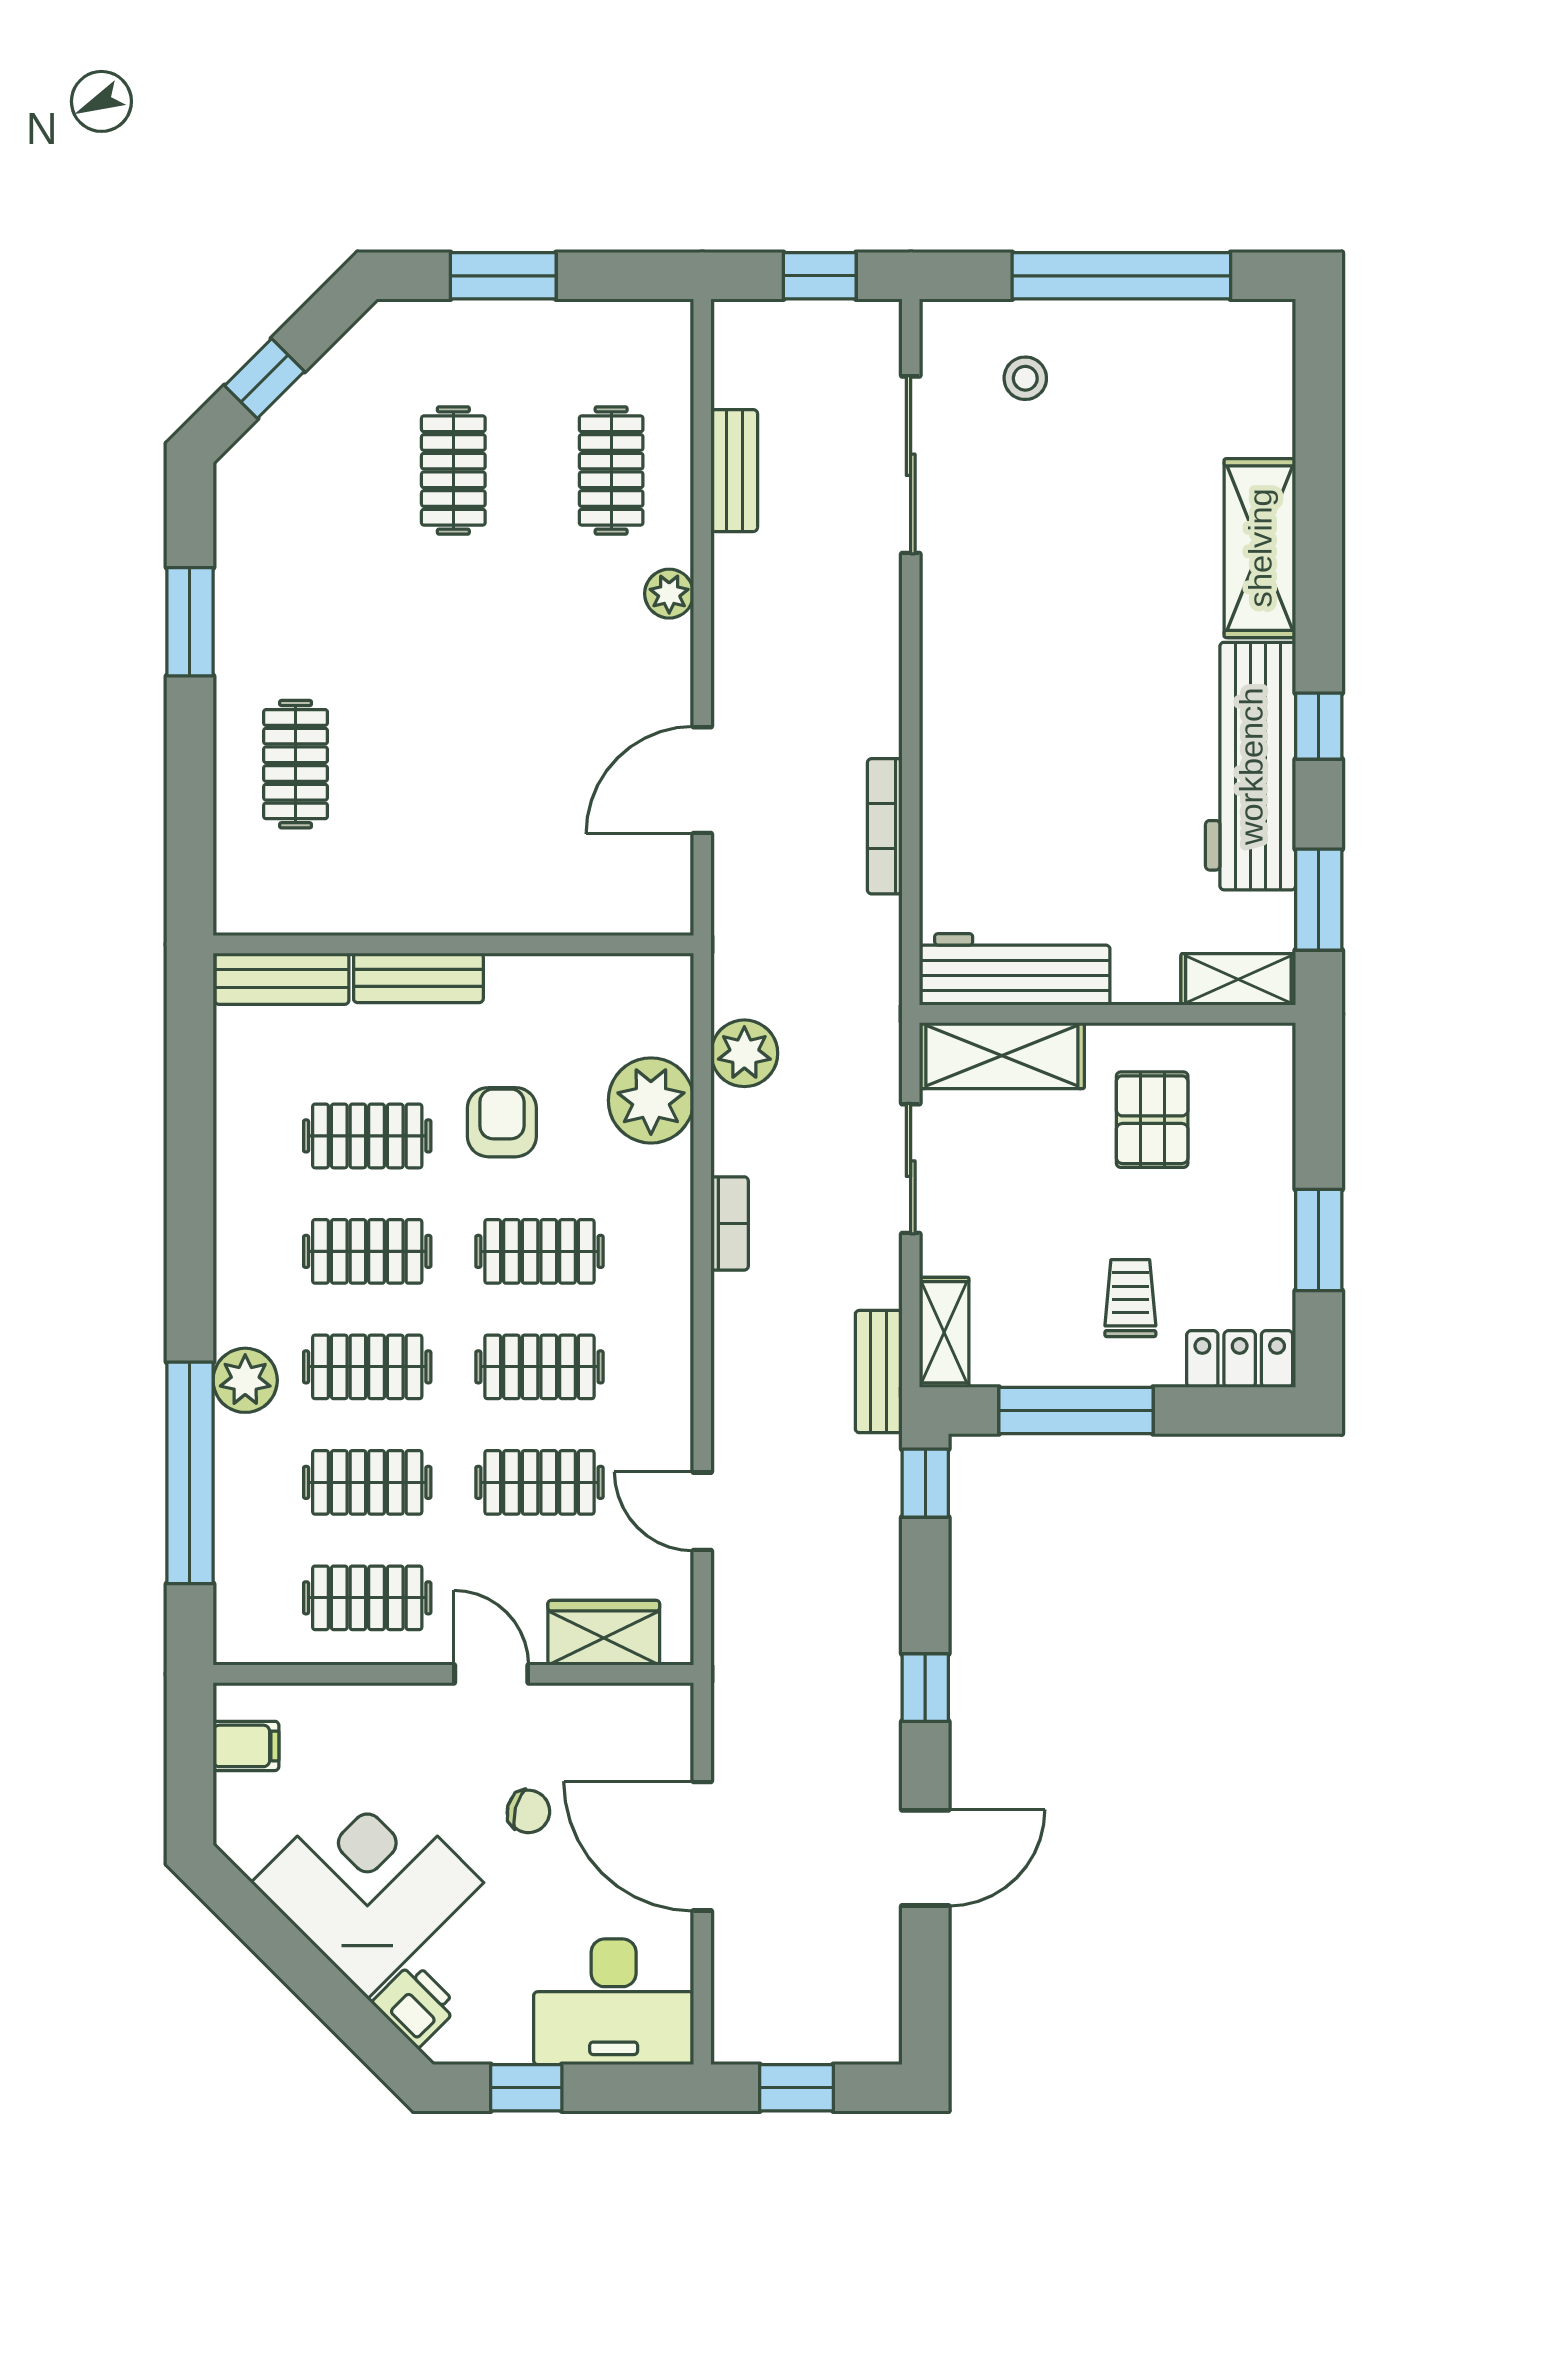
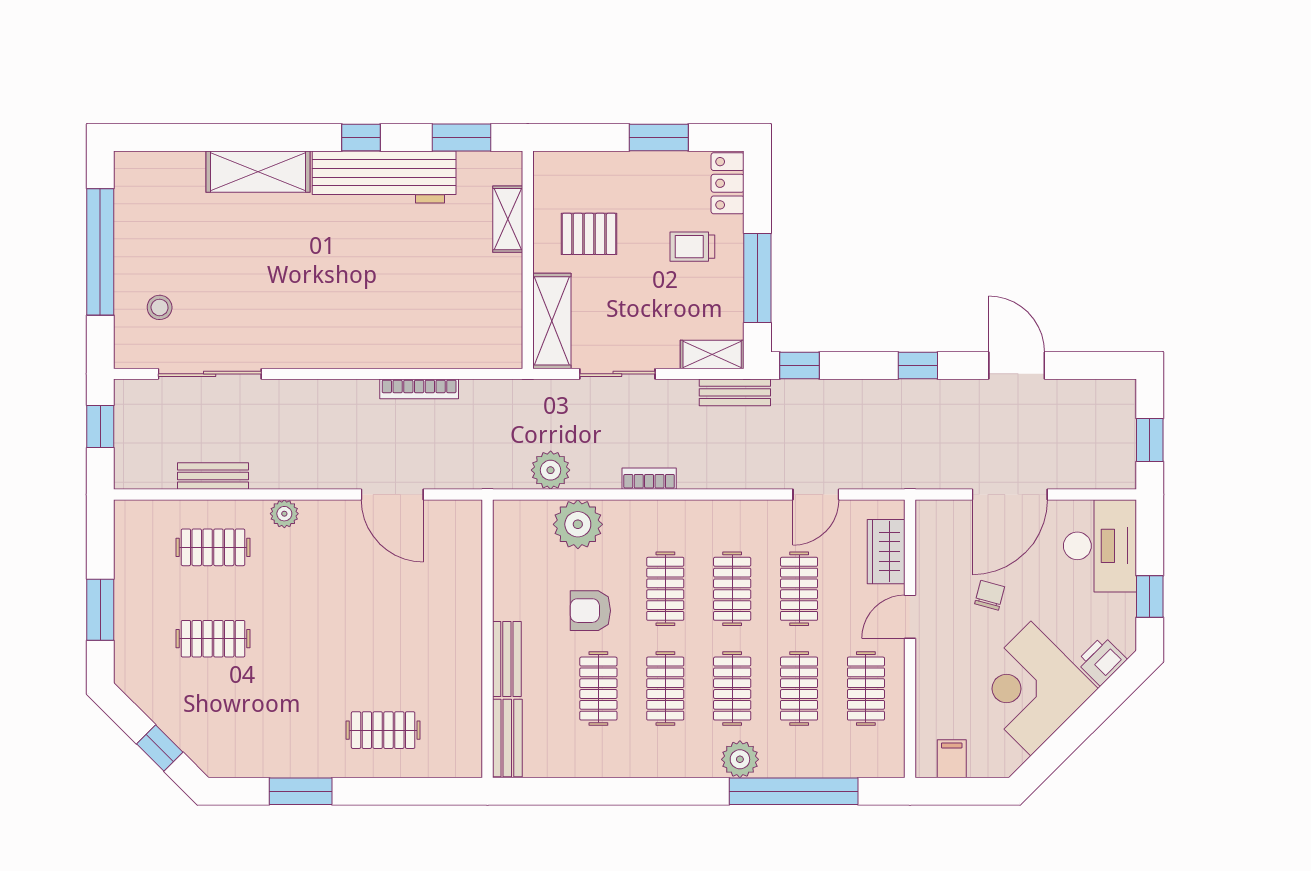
workbench: (1015, 969) -> (502, 314), removed
shelving: (1238, 979) -> (508, 219), moved

